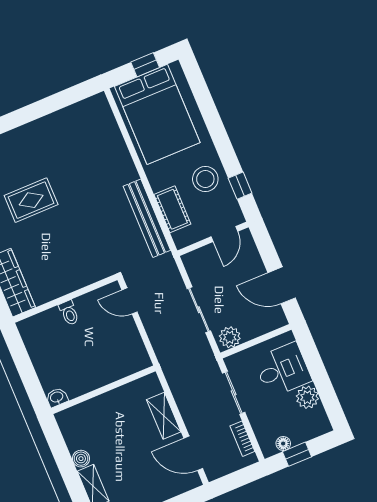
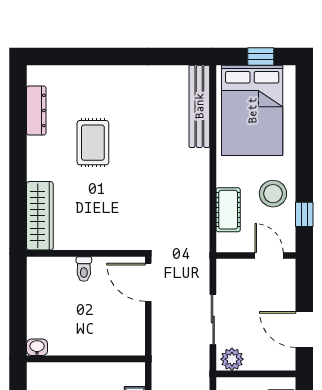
rug: (31, 200) -> (93, 143), turned 90
bench: (147, 218) -> (199, 106), moved
door: (224, 234) -> (269, 256), swing flipped
door: (130, 301) -> (148, 282), width x1.38

